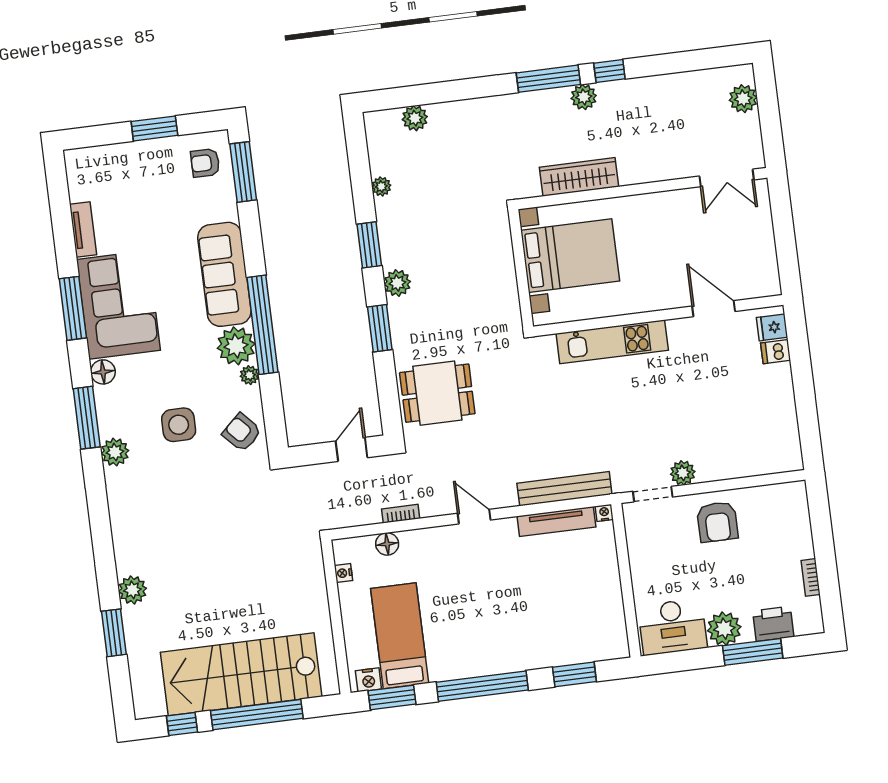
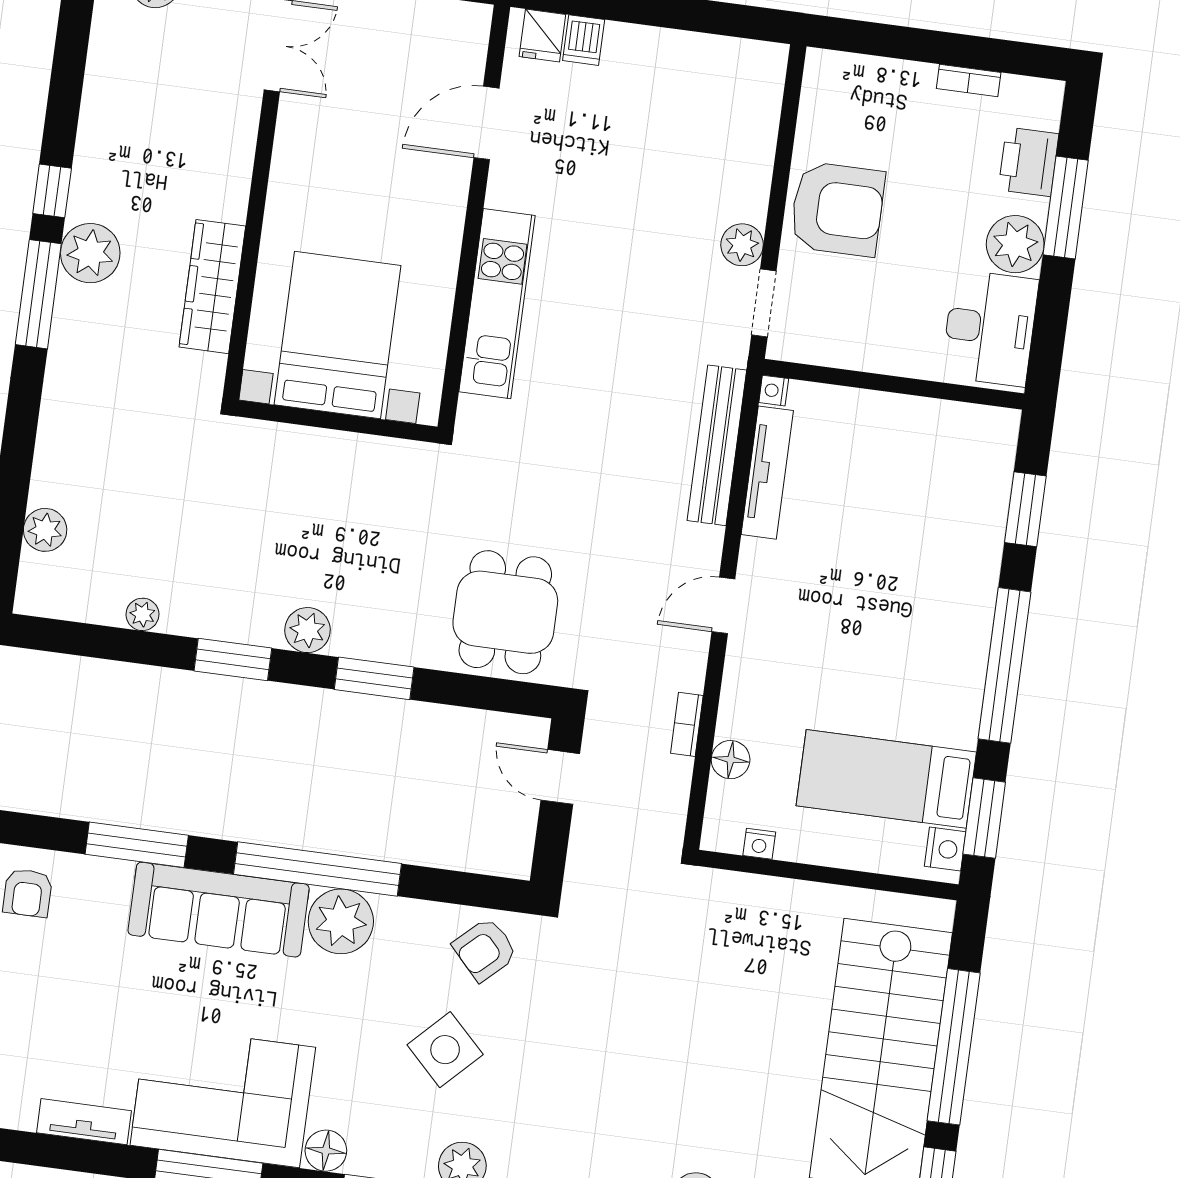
plant: (584, 97) -> (90, 253), width x1.36, depth x1.36
window: (243, 172) -> (137, 845), moved
plant: (250, 375) -> (394, 912), removed
side table: (179, 425) -> (445, 1050), turned 45
armchair: (717, 522) -> (837, 209), width x1.36, depth x1.36

